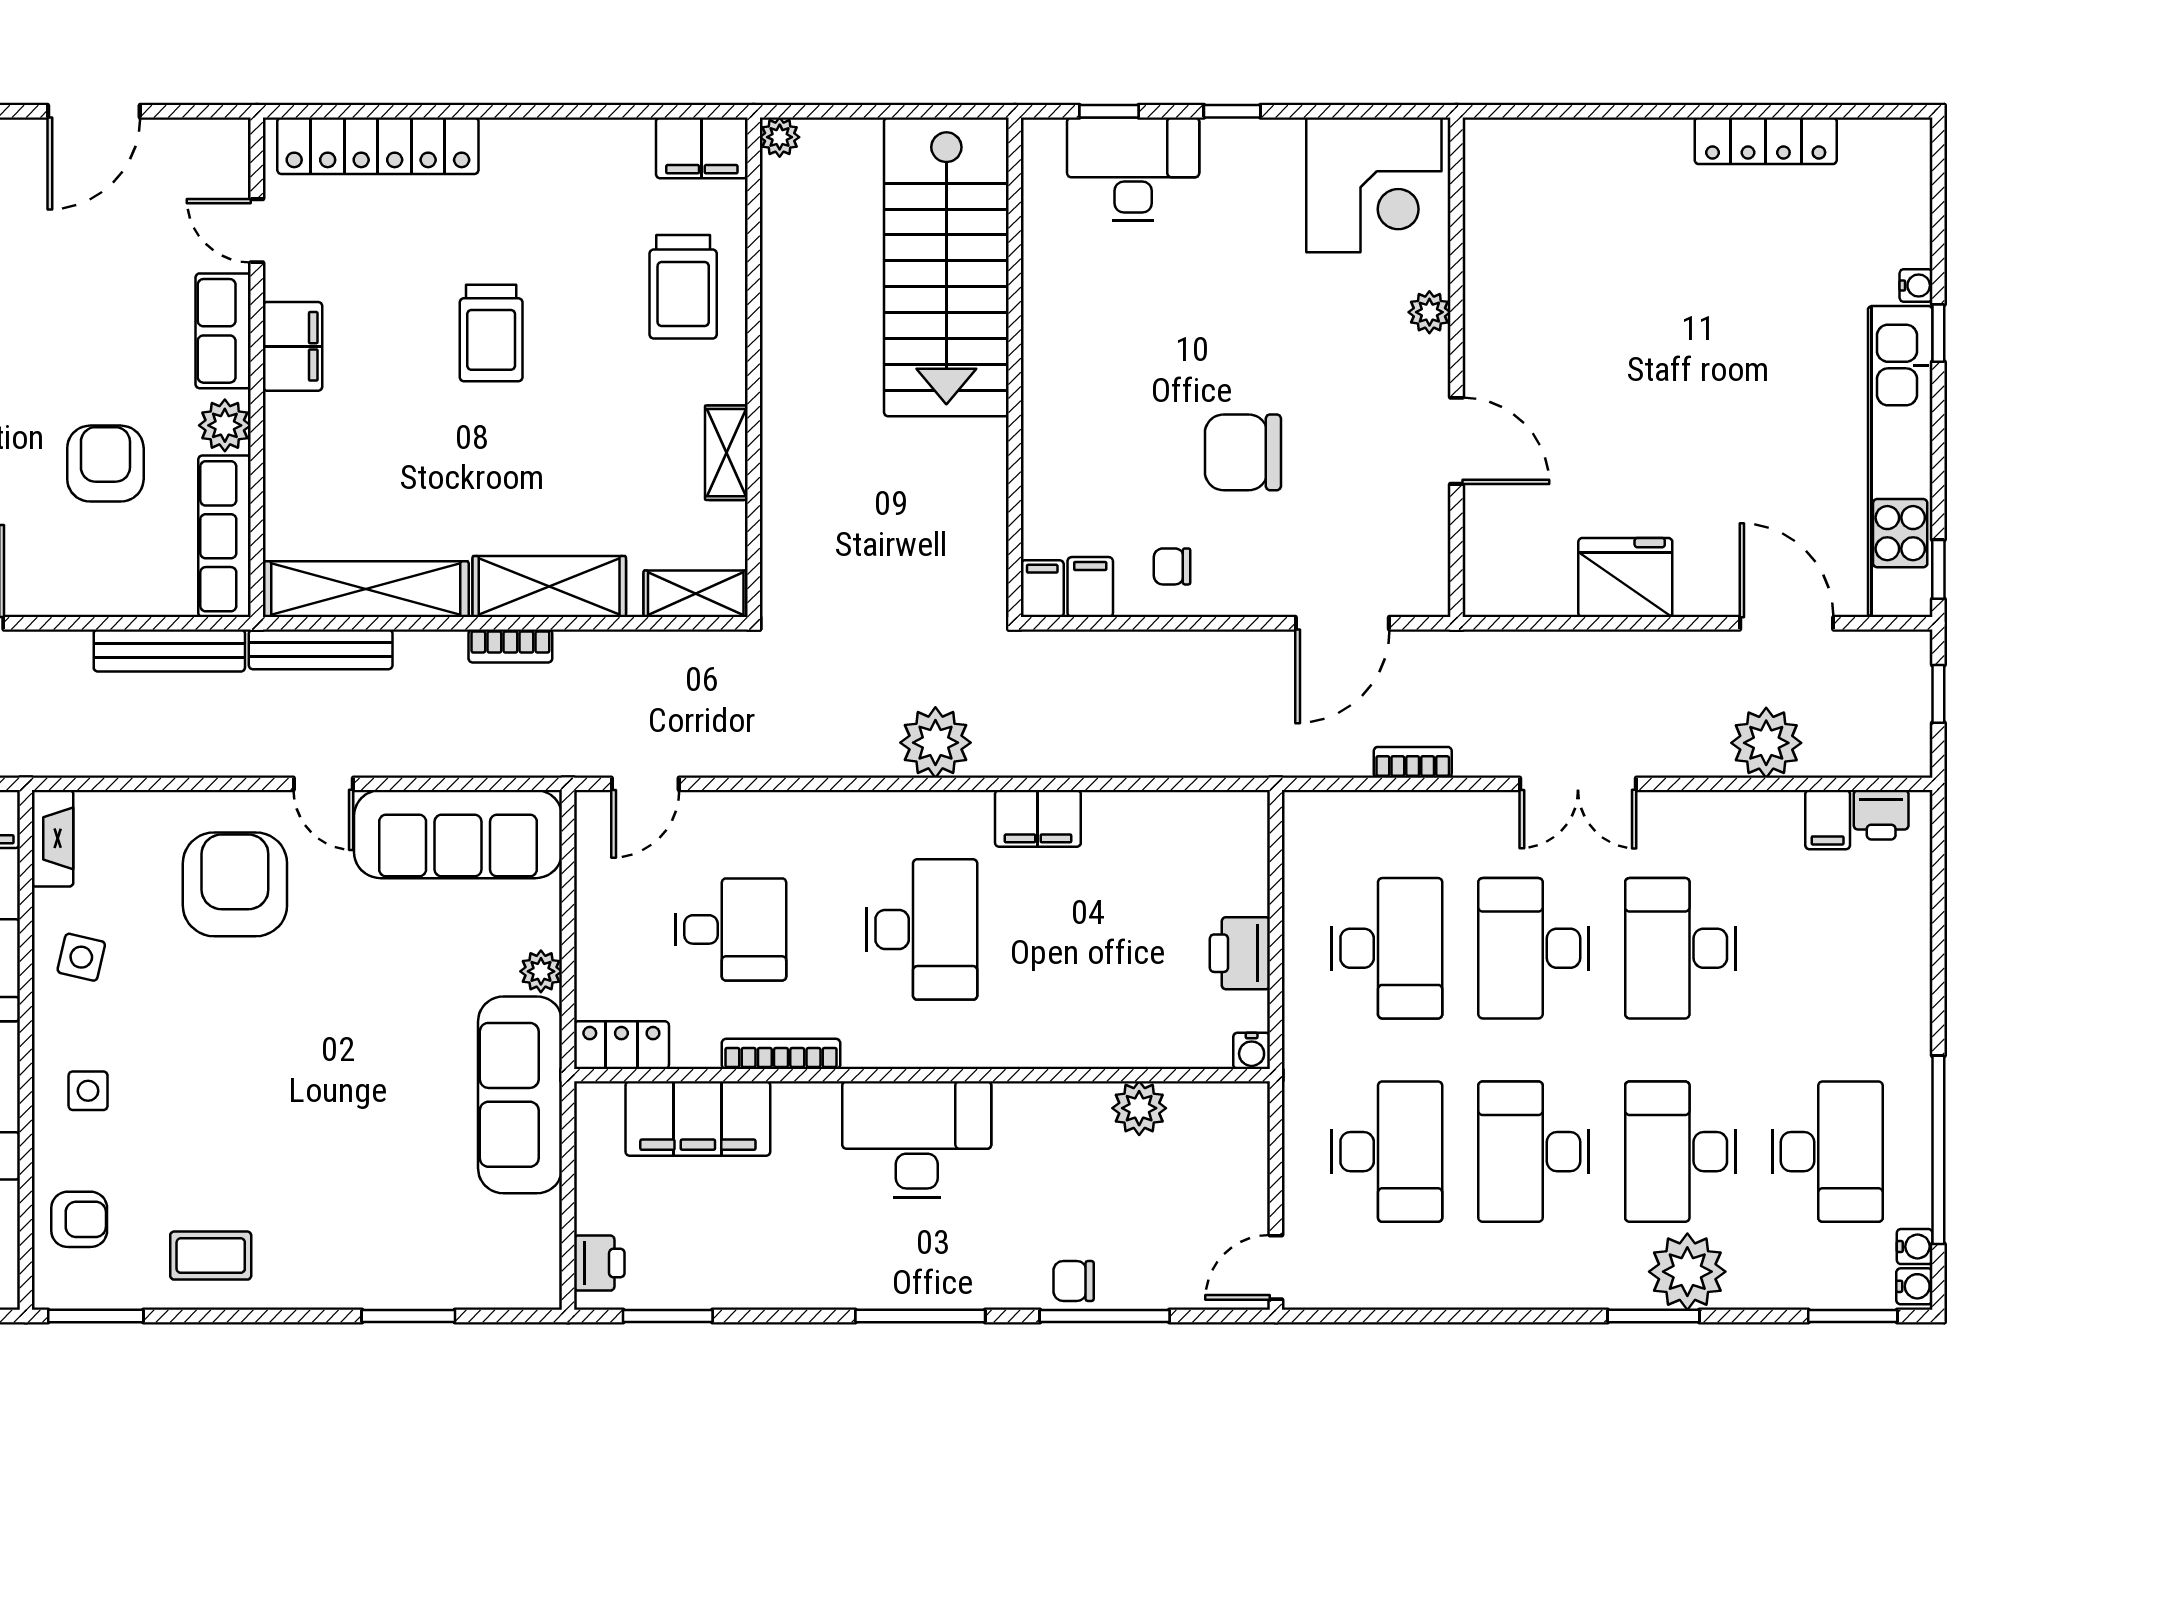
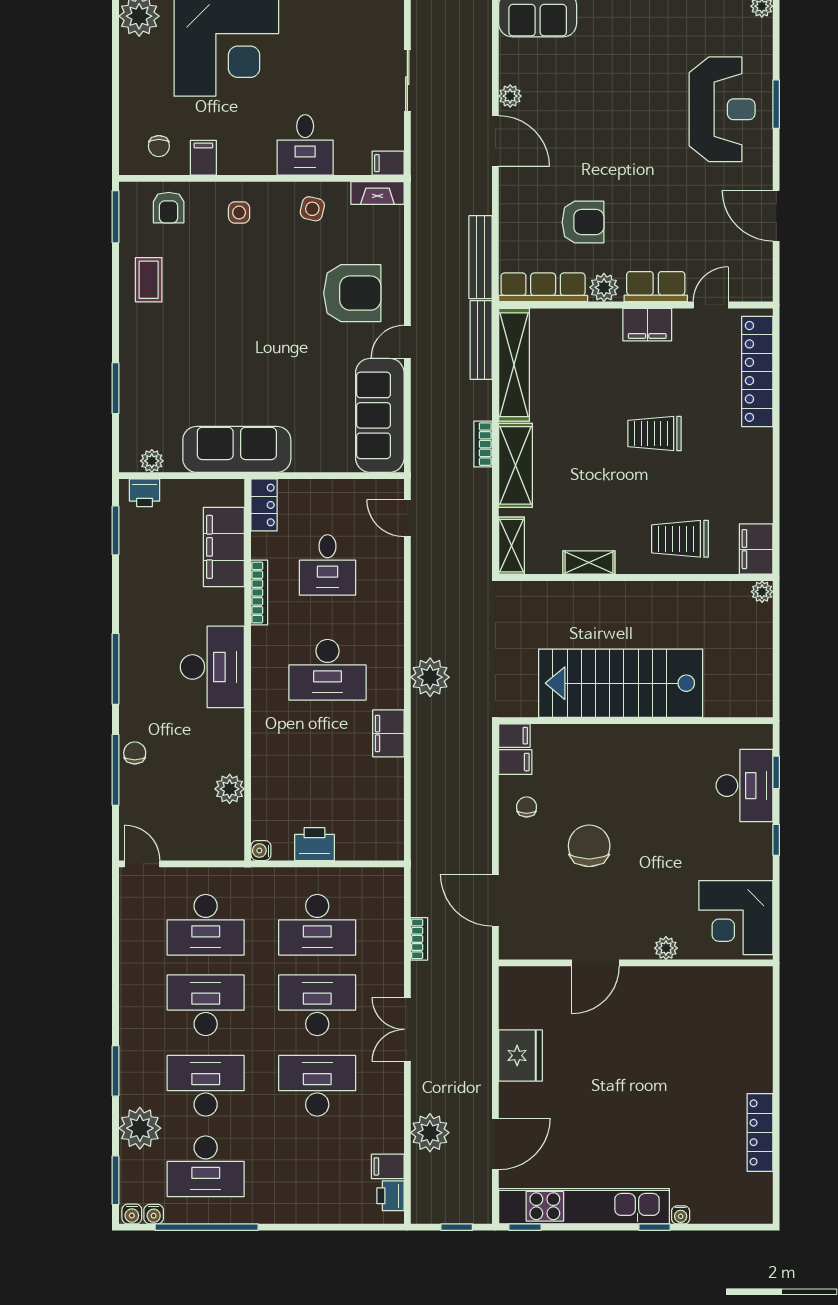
stairs: (946, 267) -> (621, 683), moved
plant: (541, 971) -> (152, 461), moved
plant: (1687, 1272) -> (140, 1128), moved

